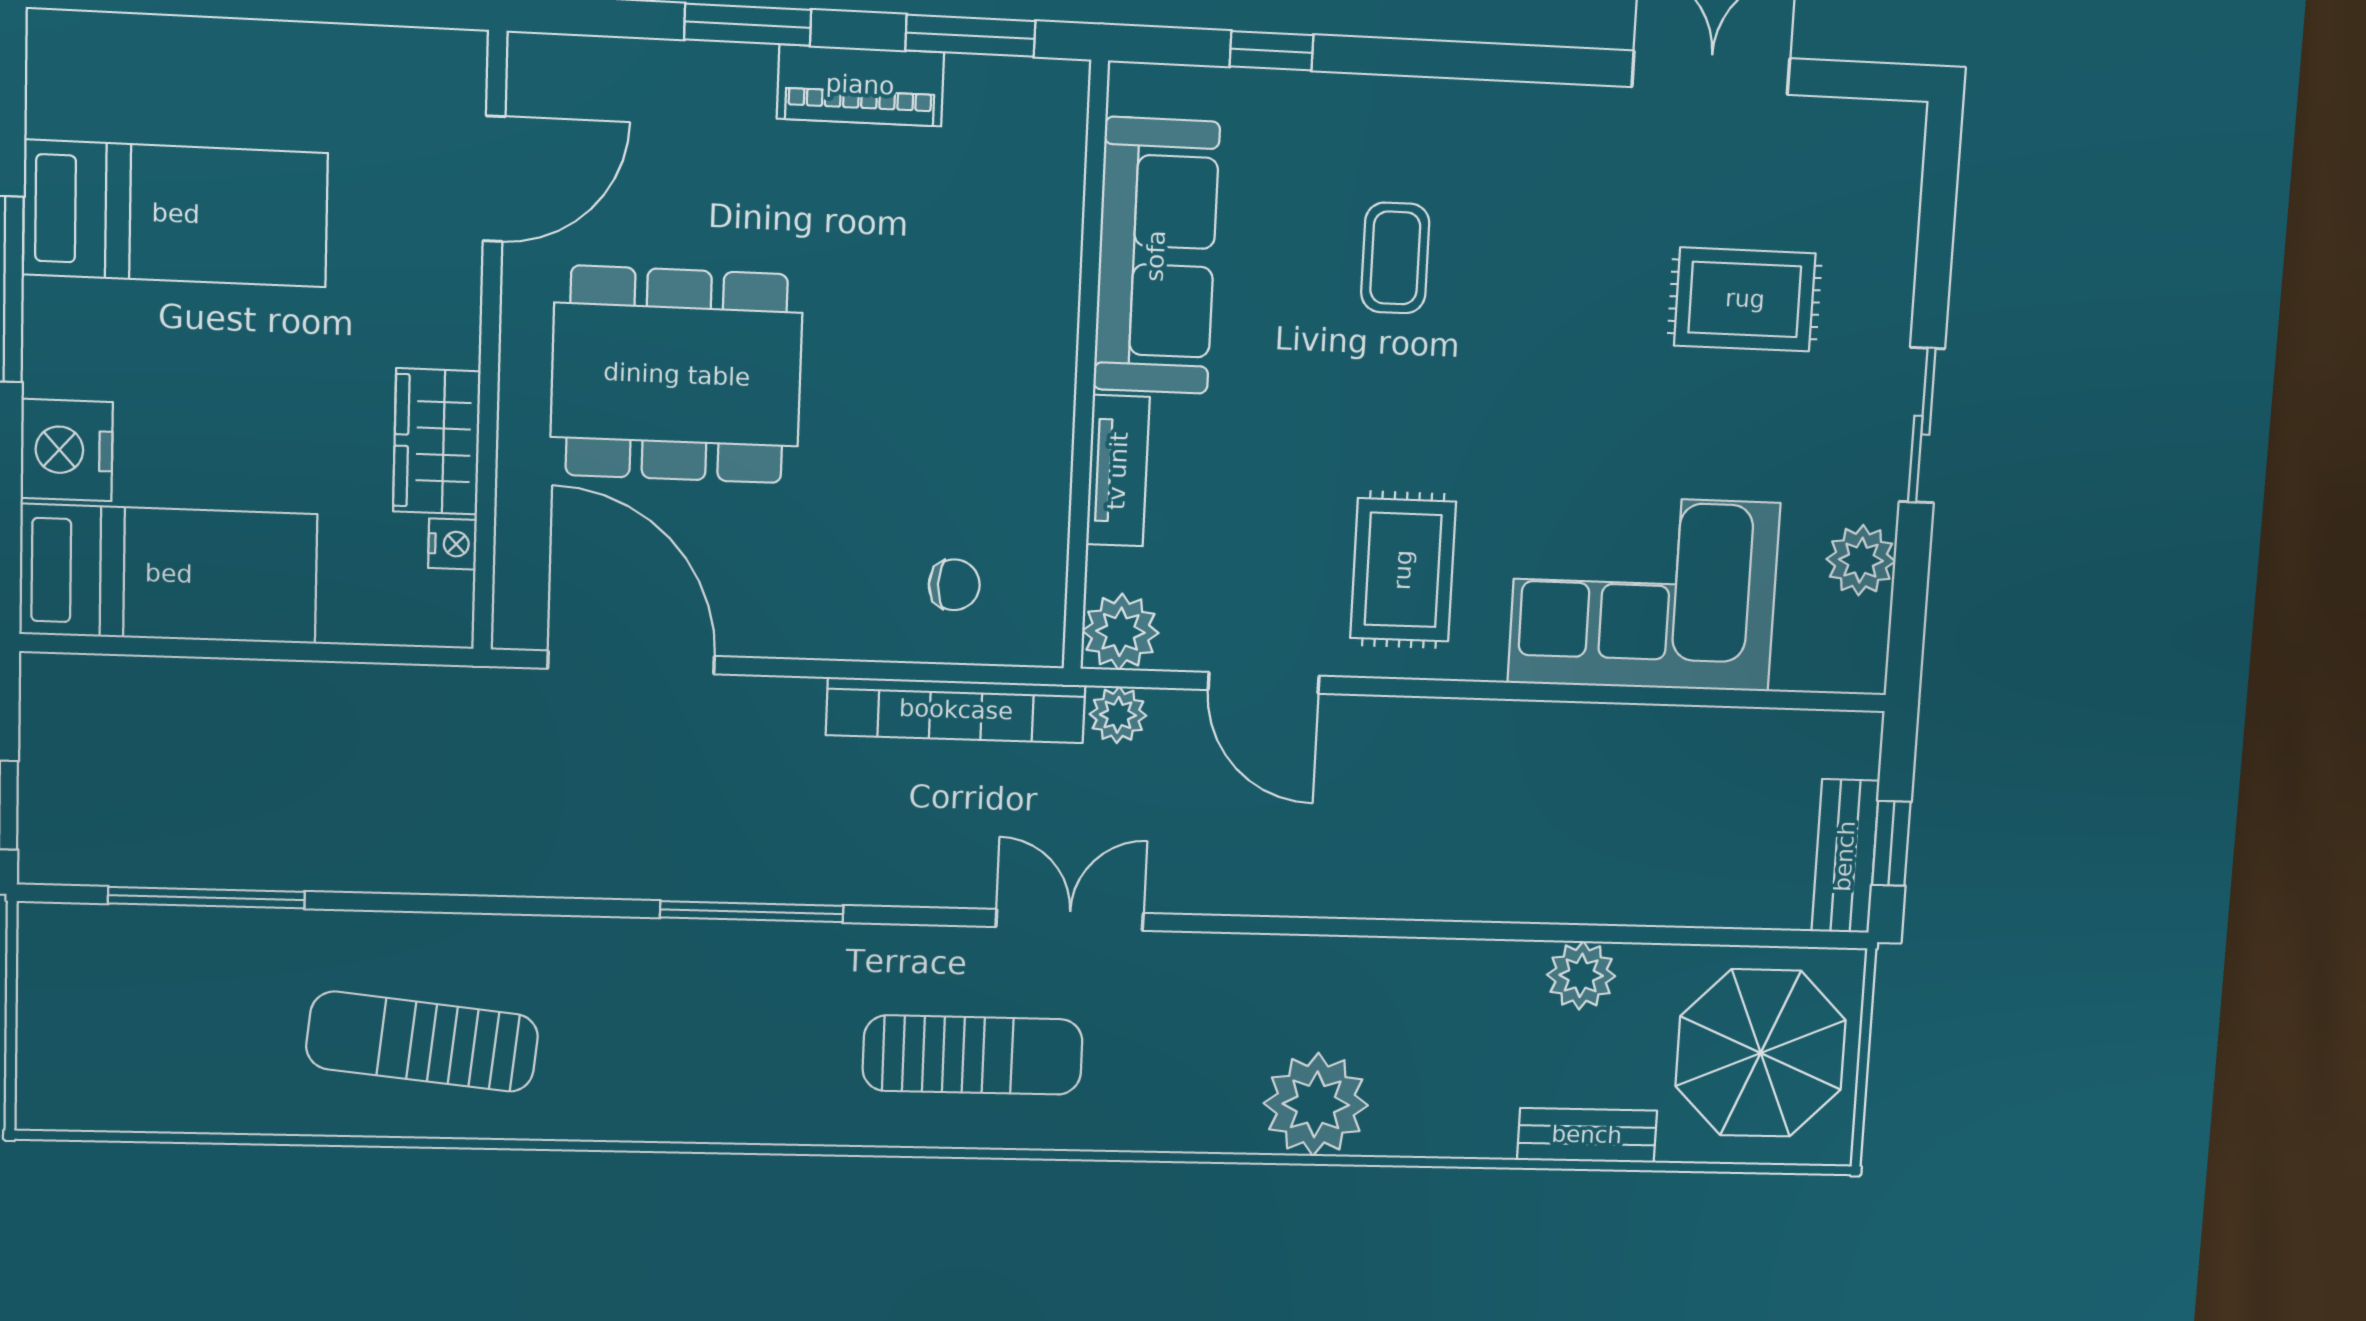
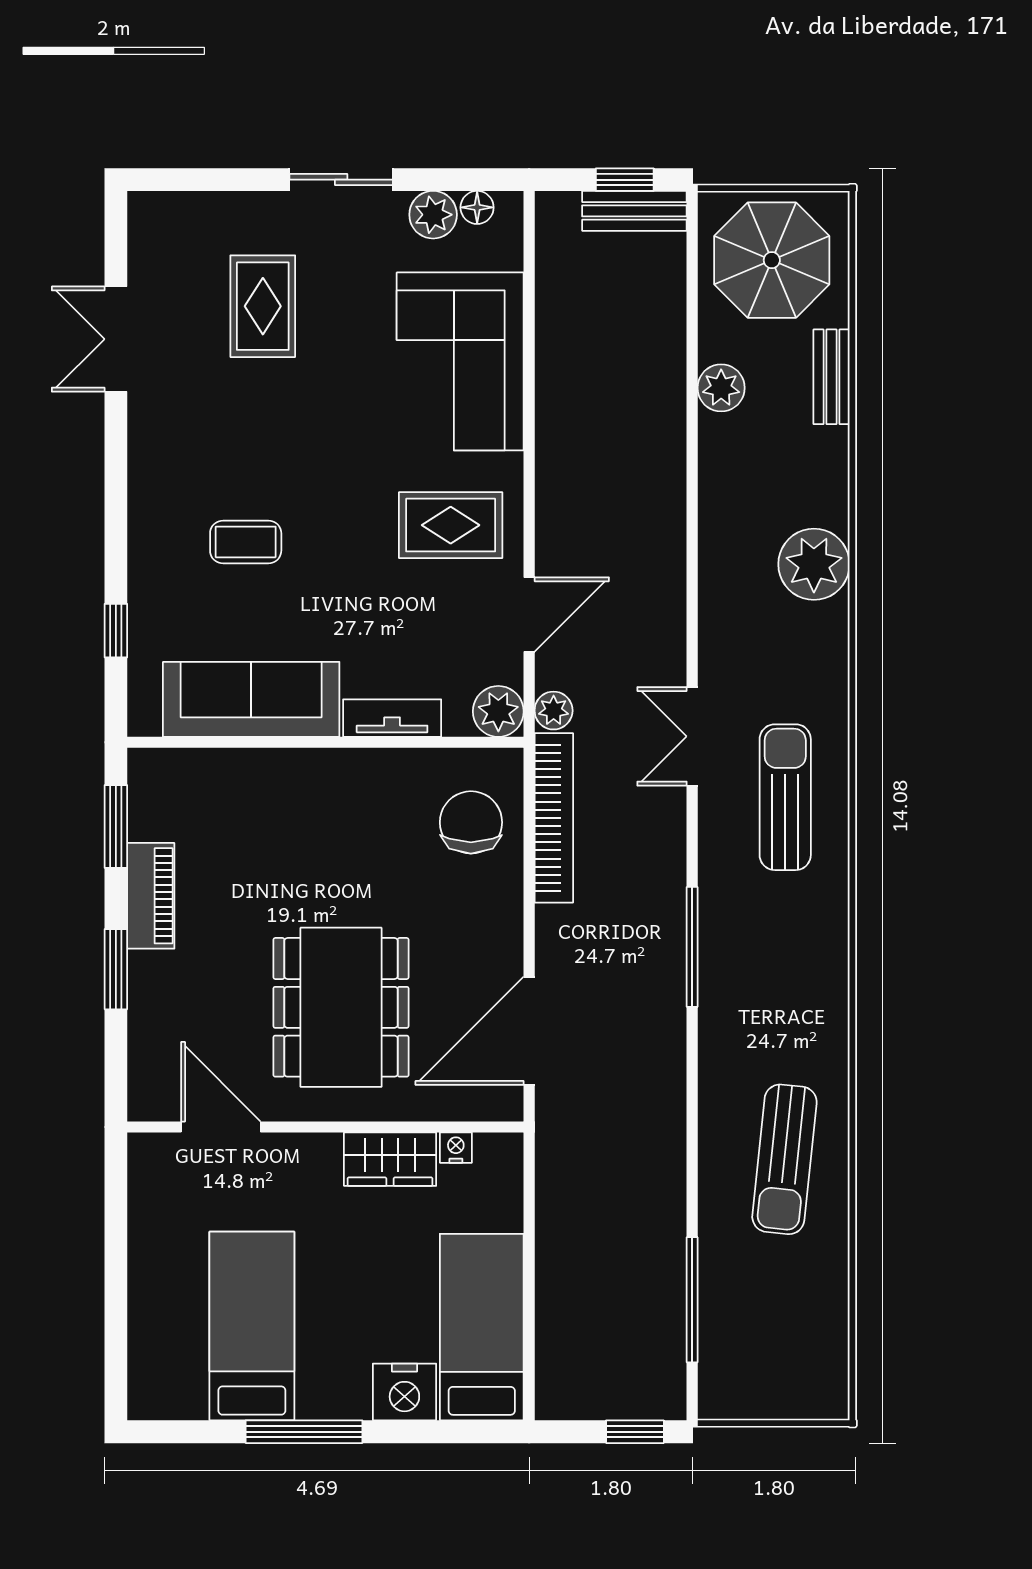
chair: (954, 585) -> (471, 822), width x1.87, depth x1.87
floor lamp: (1867, 626) -> (477, 207), added

